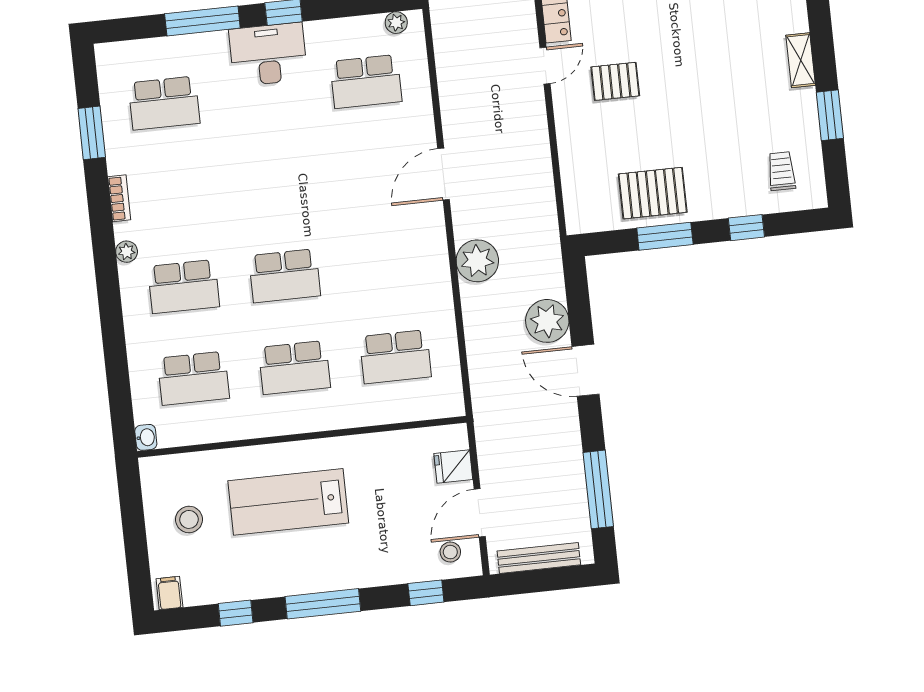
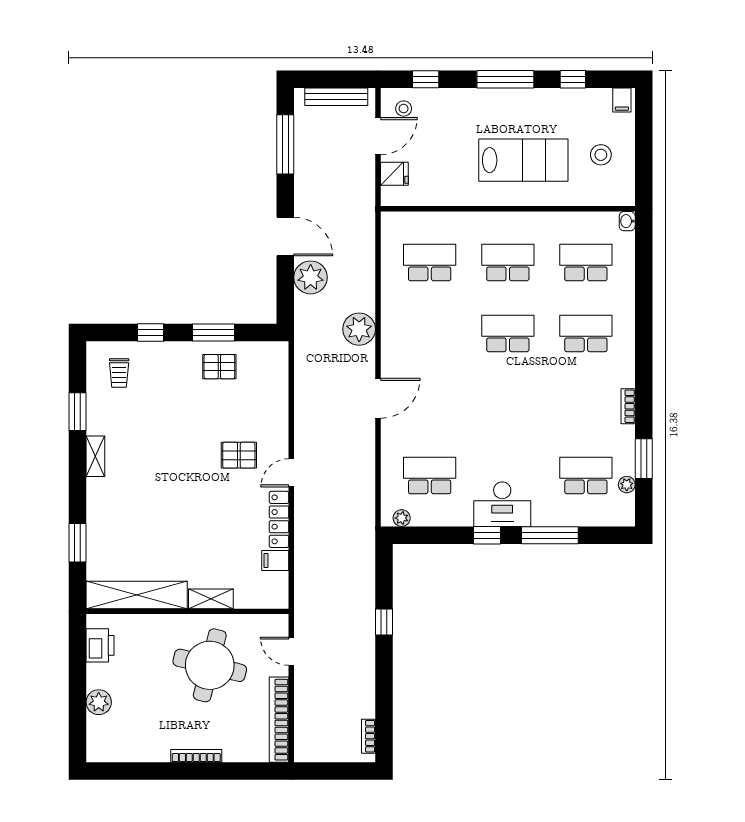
pallet: (653, 193) -> (219, 367), width x0.67, depth x0.71
plant: (127, 252) -> (627, 485), moved

